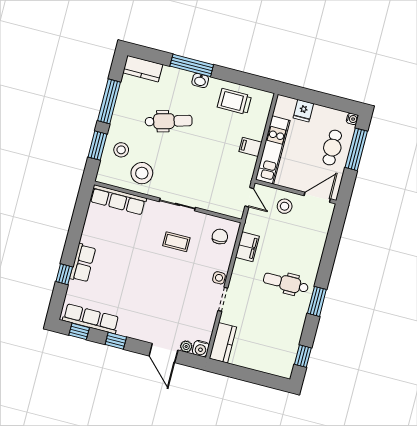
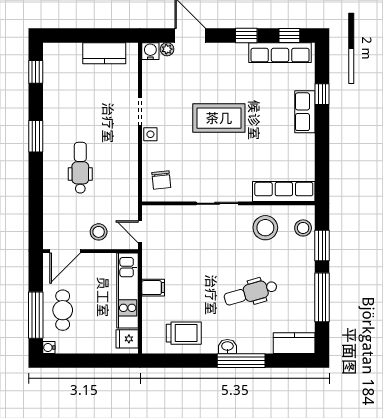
fridge: (303, 111) -> (127, 339), moved, turned -90
stool: (121, 150) -> (303, 228), moved
coffee table: (176, 242) -> (219, 118), moved, width x1.86, depth x1.72
filing cabinet: (247, 247) -> (128, 177), removed
dental chair: (286, 283) -> (80, 168), moved, turned -90
kitchen counter: (223, 343) -> (104, 53), moved, turned -90

